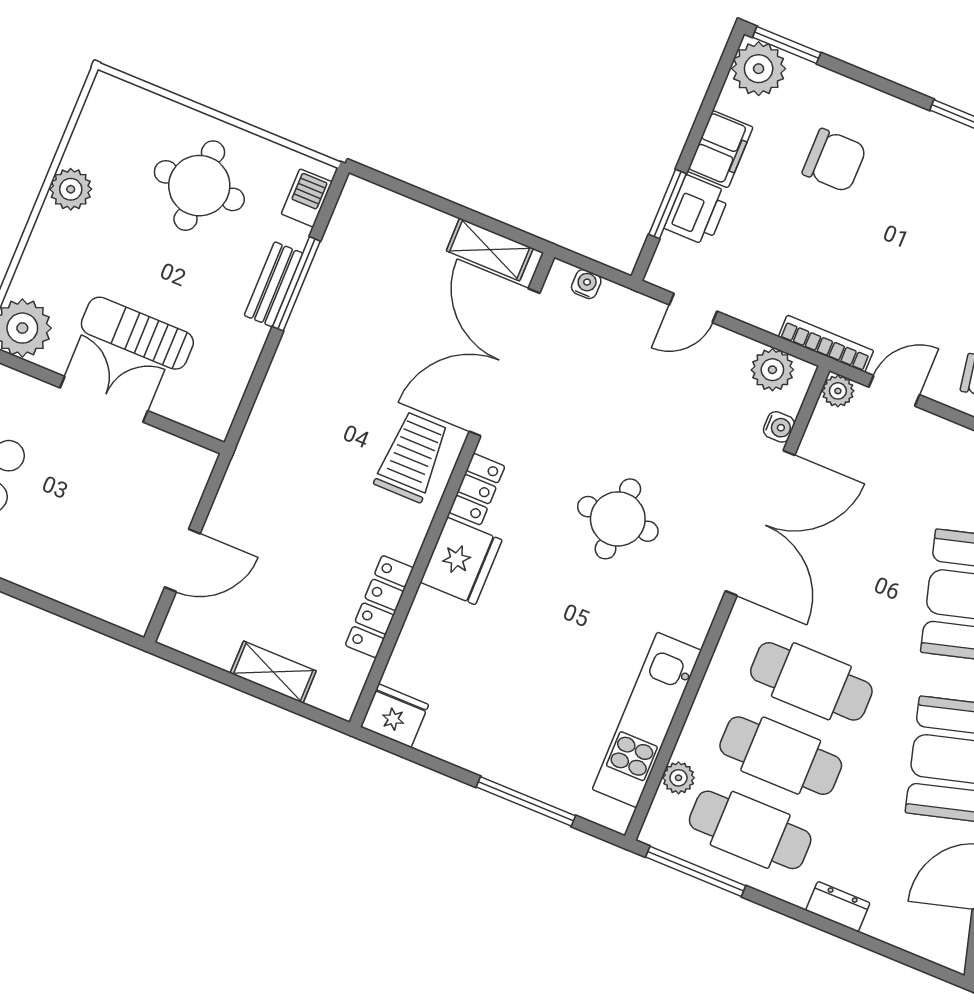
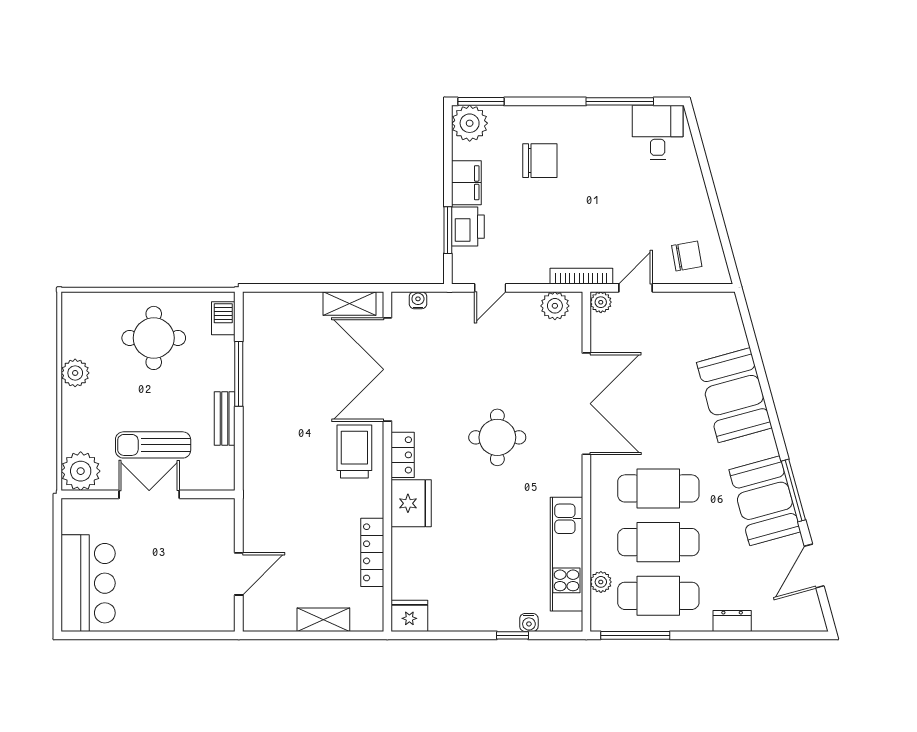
bench: (273, 284) -> (225, 418), moved
water cooler: (779, 427) -> (529, 622), moved, turned 90
window: (526, 801) -> (512, 635), width x0.46

